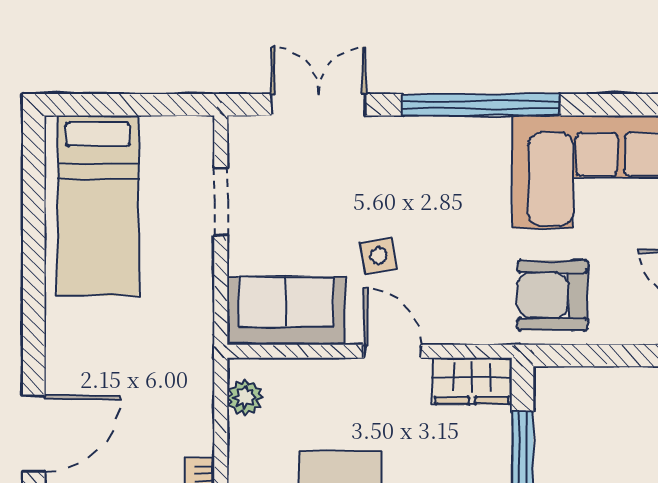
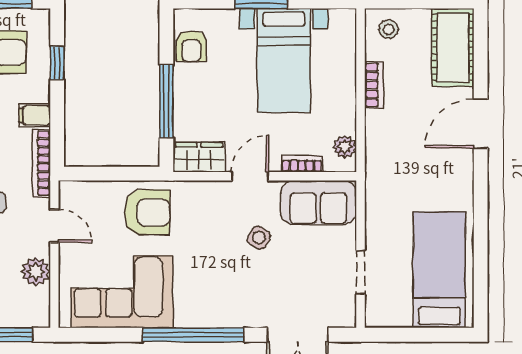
side table: (379, 256) -> (259, 238), turned 38
door: (392, 351) -> (250, 176), swing flipped
bookcase: (312, 371) -> (302, 164), added

